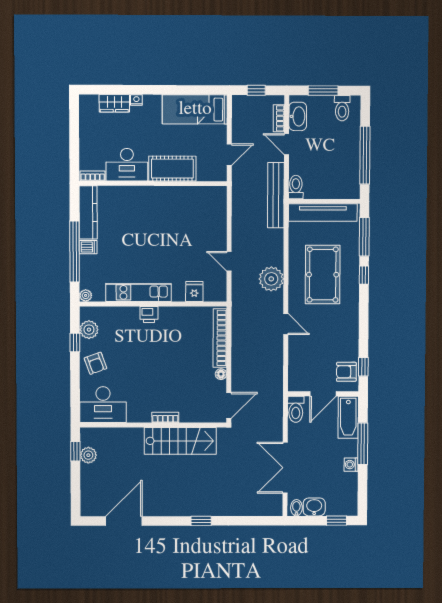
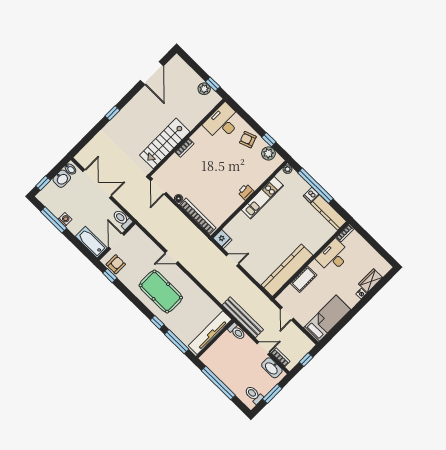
cot: (172, 169) -> (304, 279), width x0.73, depth x0.75
kitchen counter: (186, 197) -> (287, 270), added
pool table: (323, 275) -> (161, 291), moved
plant: (271, 279) -> (202, 273), removed
fridge: (194, 292) -> (222, 239), moved
window: (363, 444) -> (54, 220), moved

